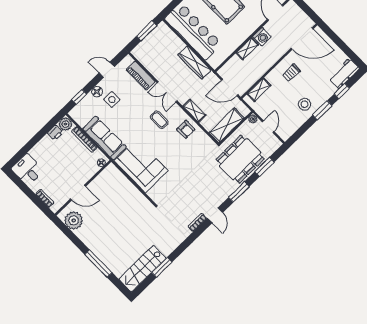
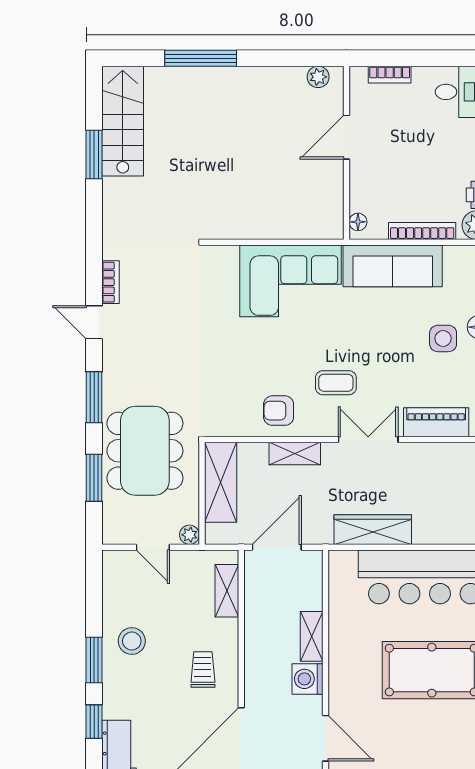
plant: (74, 220) -> (318, 77), width x0.53, depth x0.53

